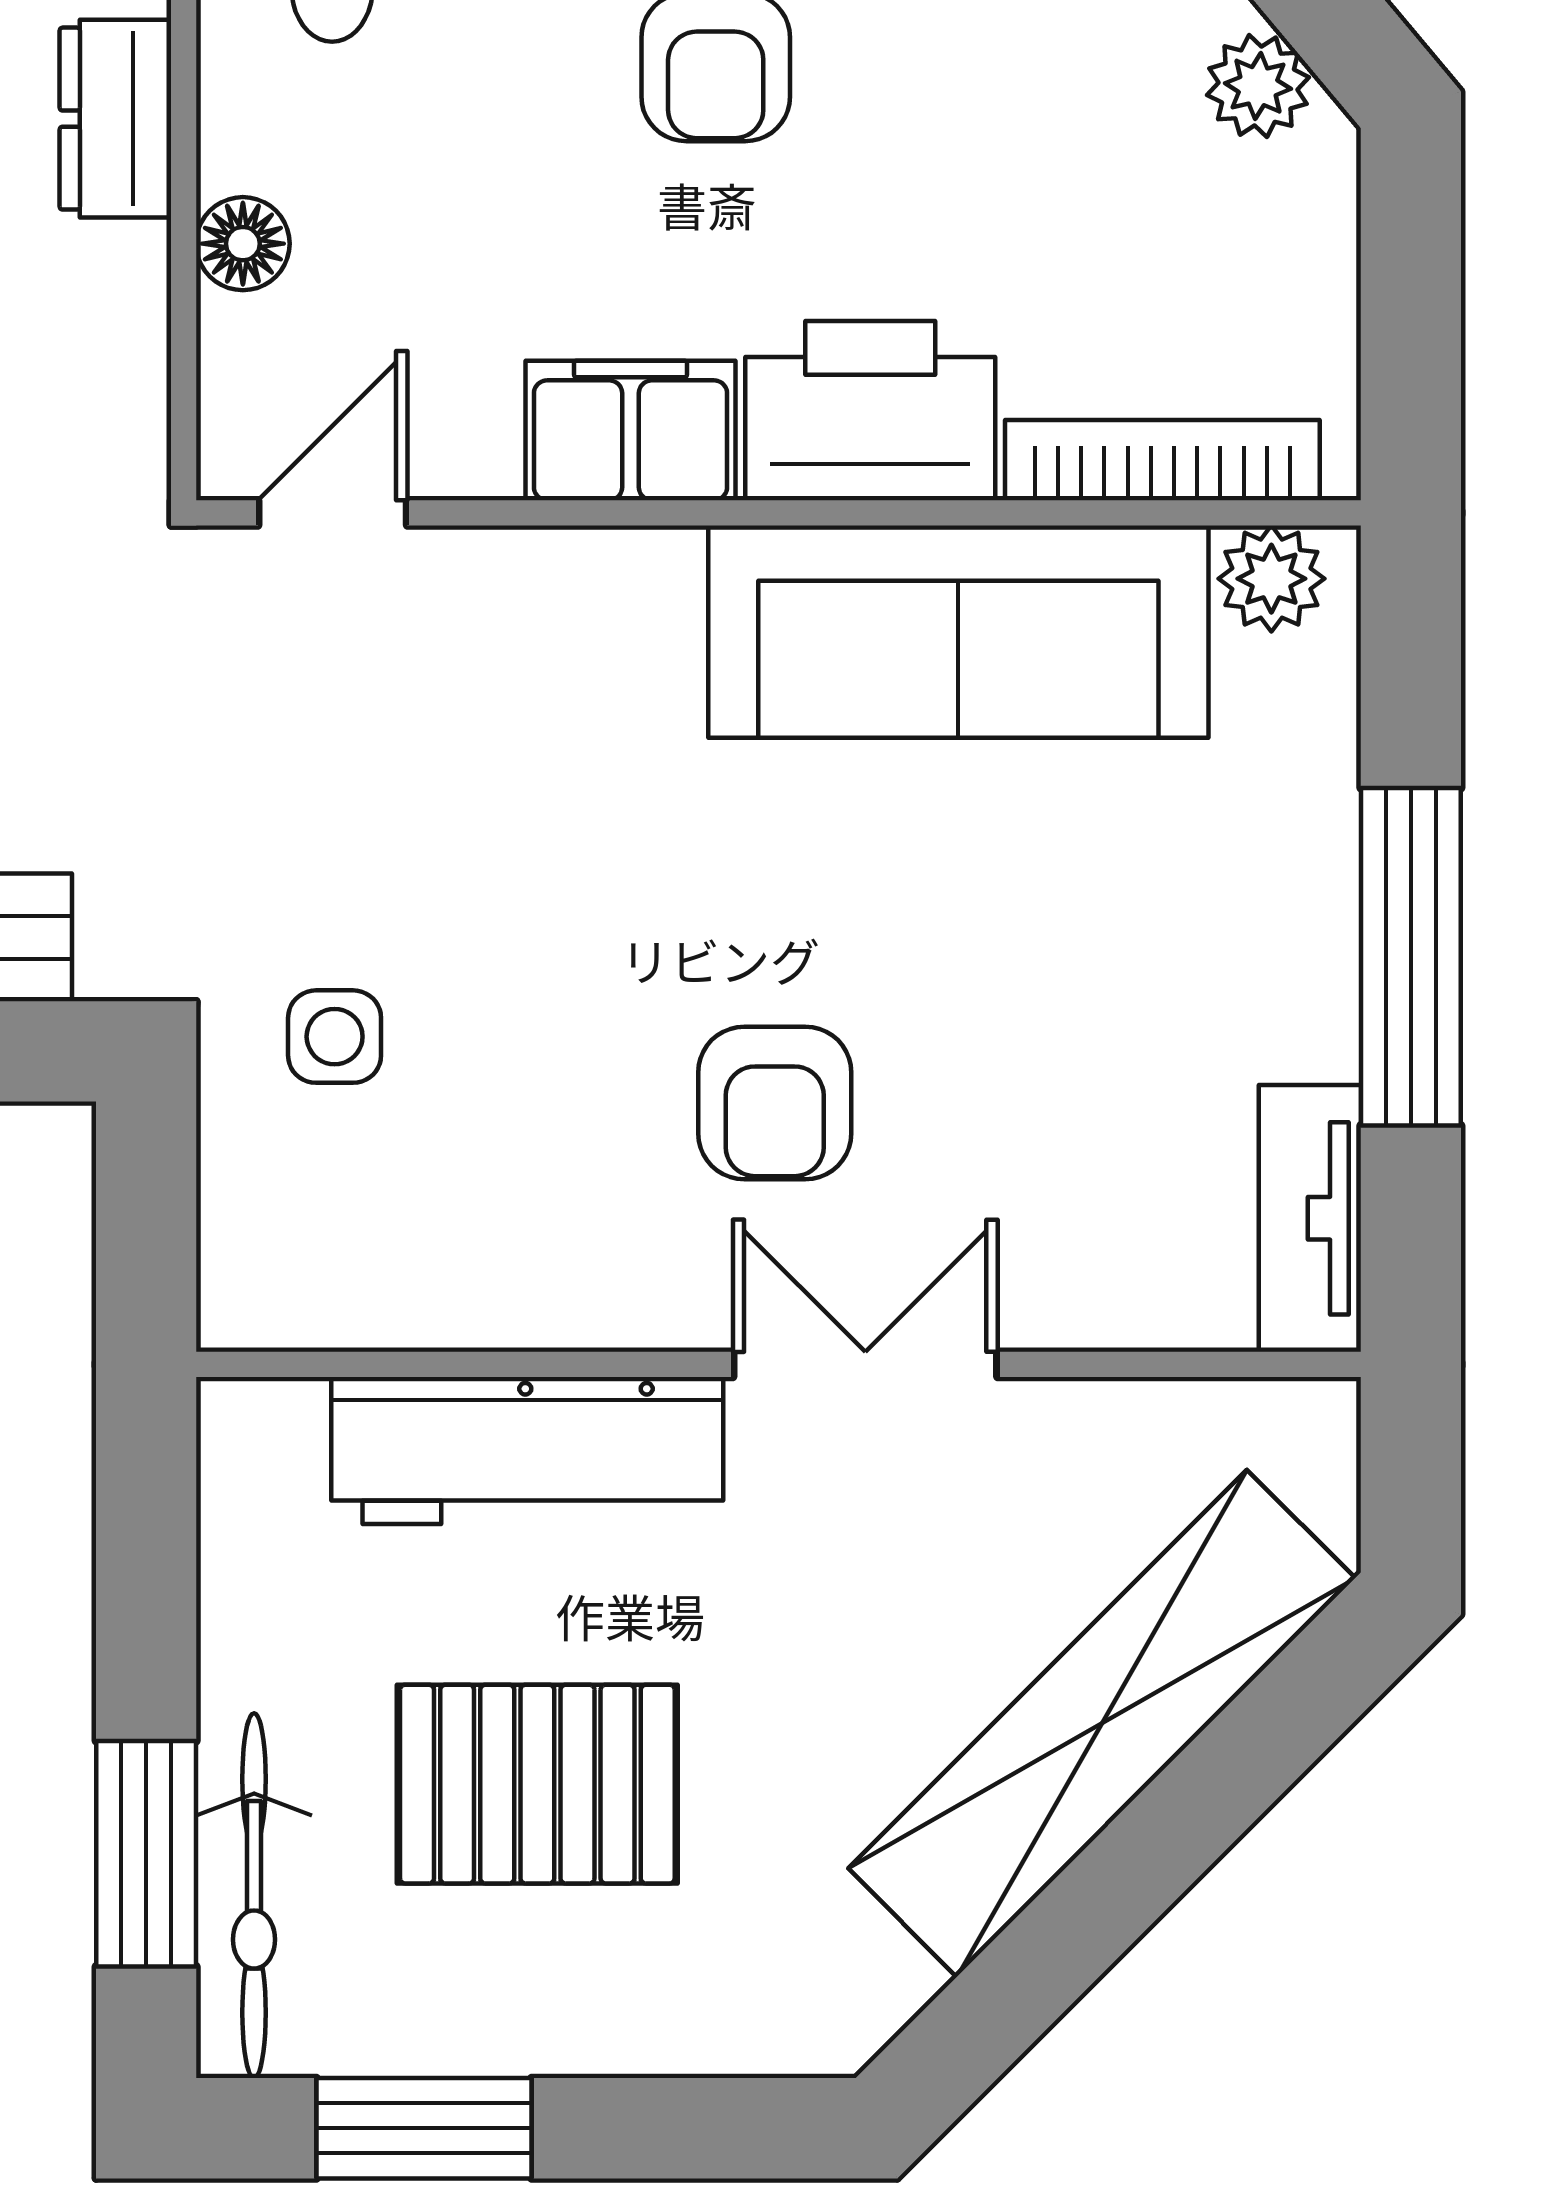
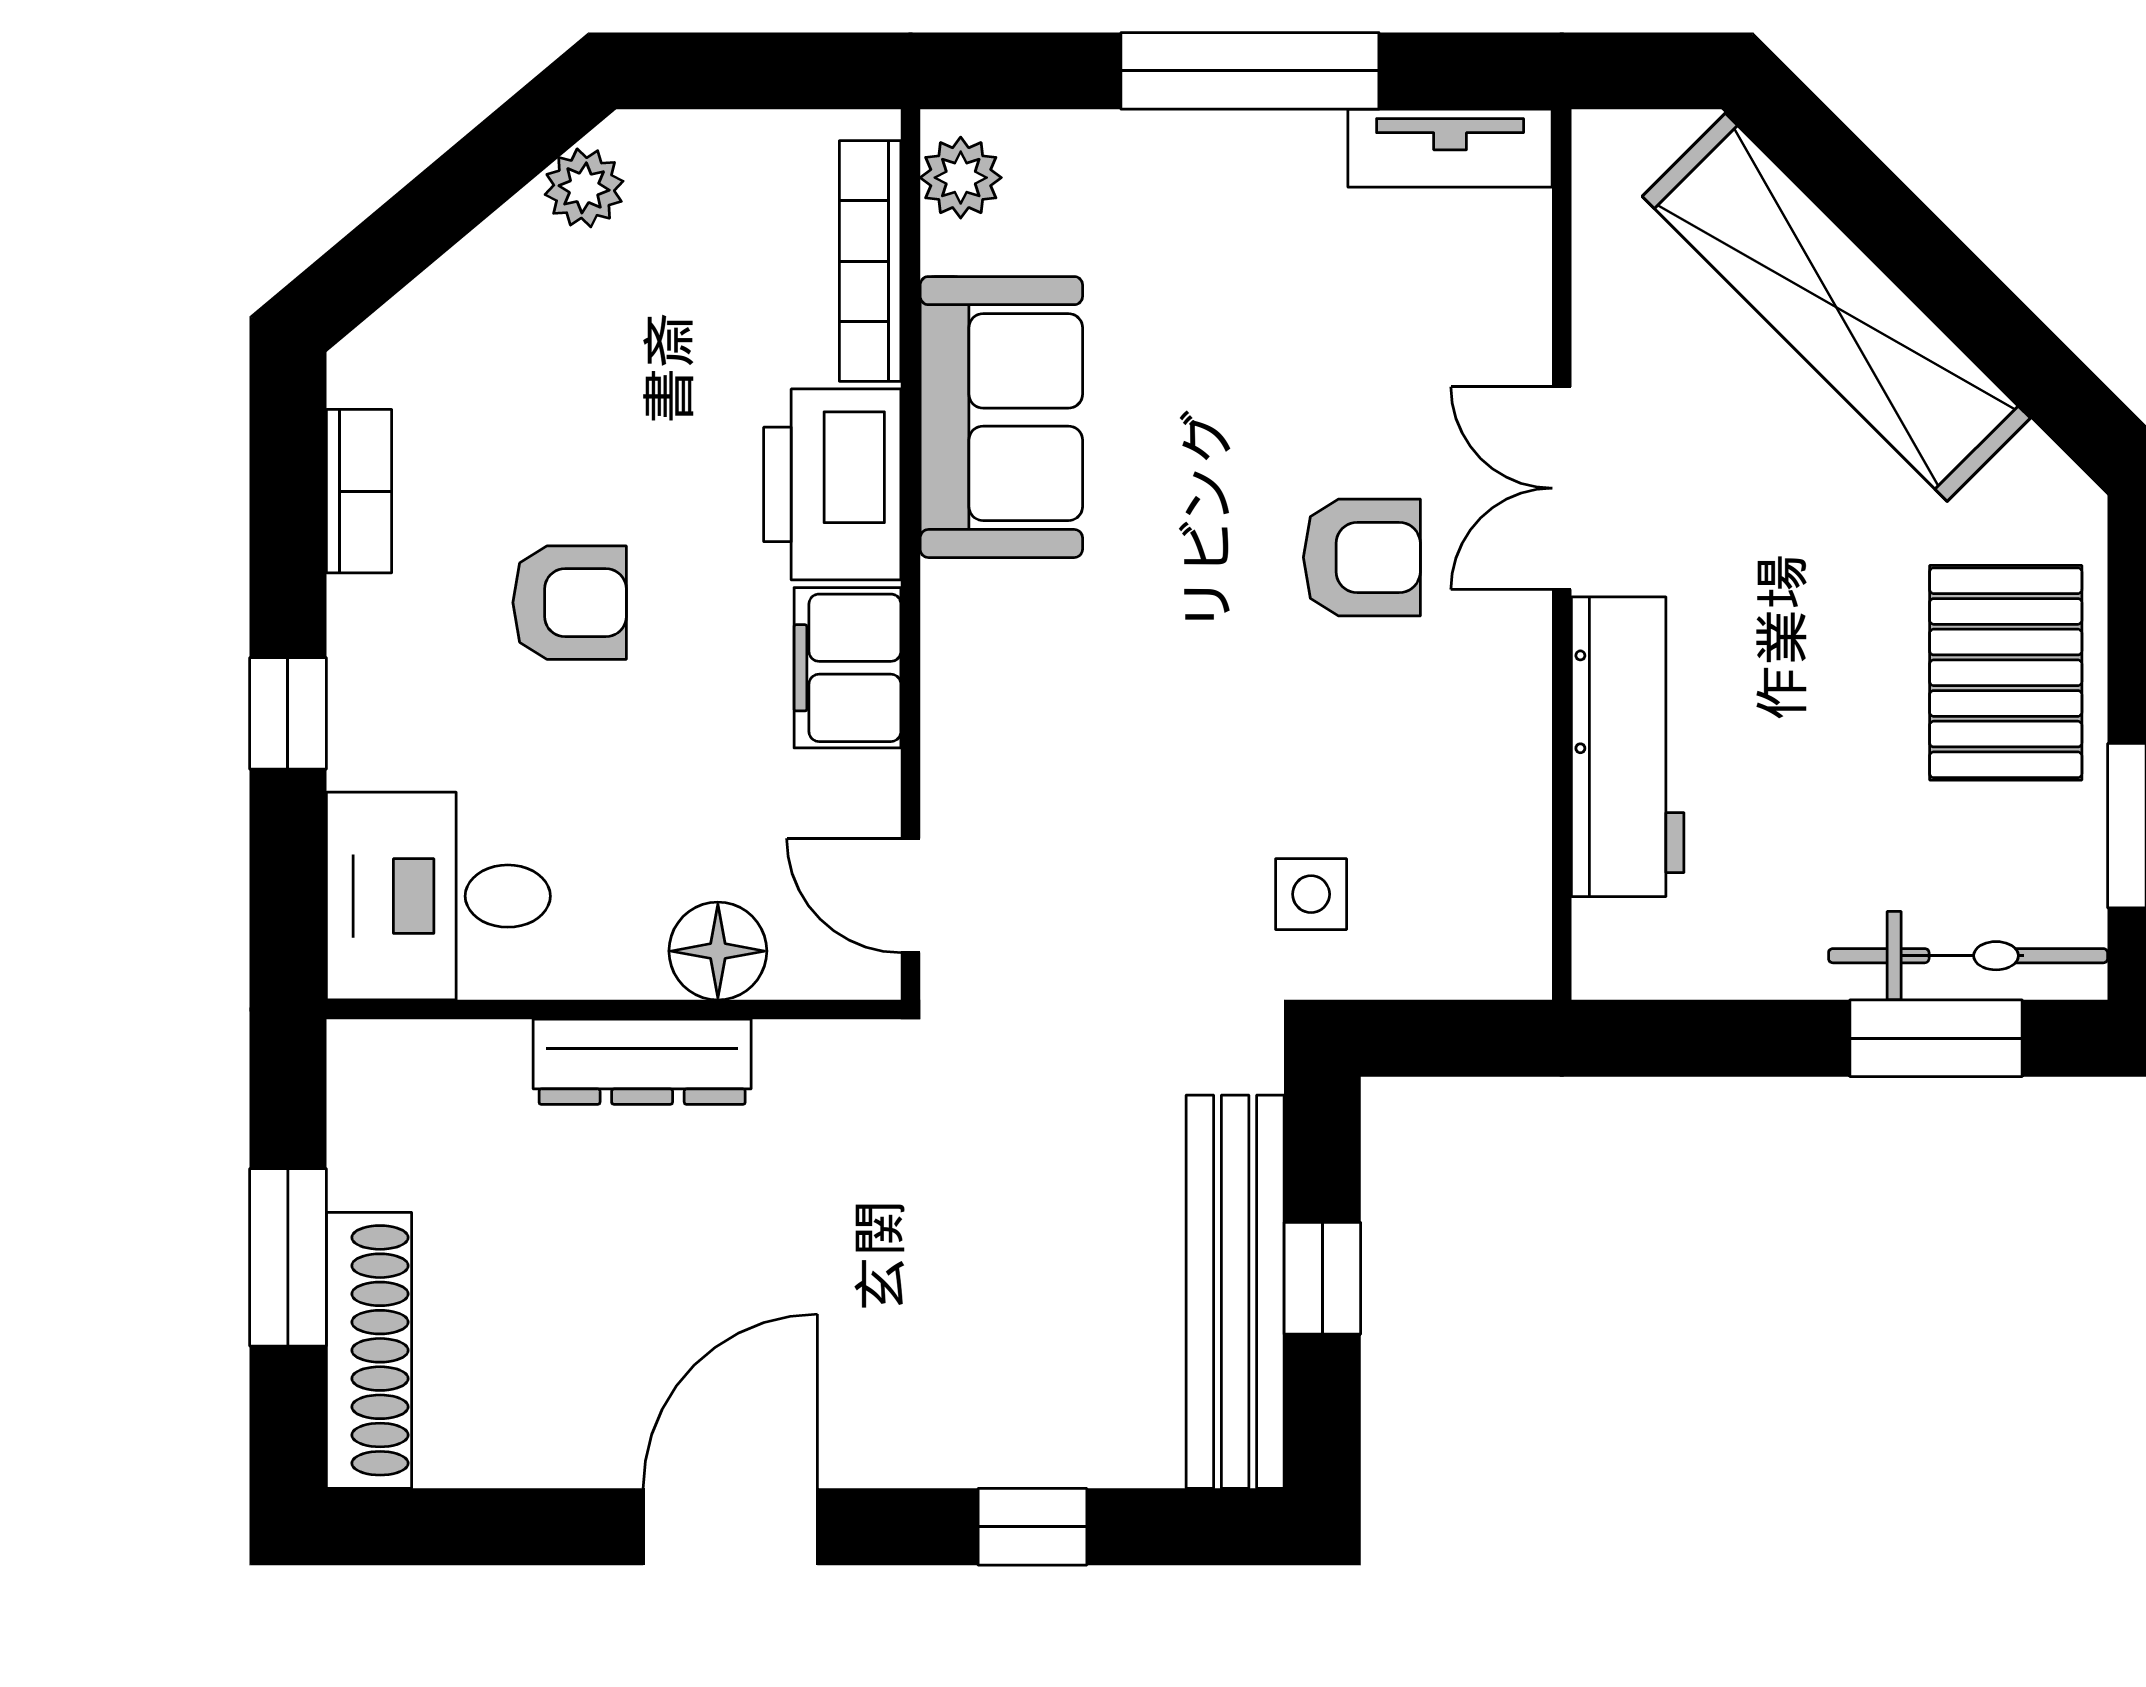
dresser: (115, 119) -> (642, 1062), width x1.44
floor lamp: (243, 244) -> (718, 951), width x1.37, depth x1.37
sofa: (958, 632) -> (1001, 417), width x0.73
pallet: (537, 1784) -> (2006, 673), moved

